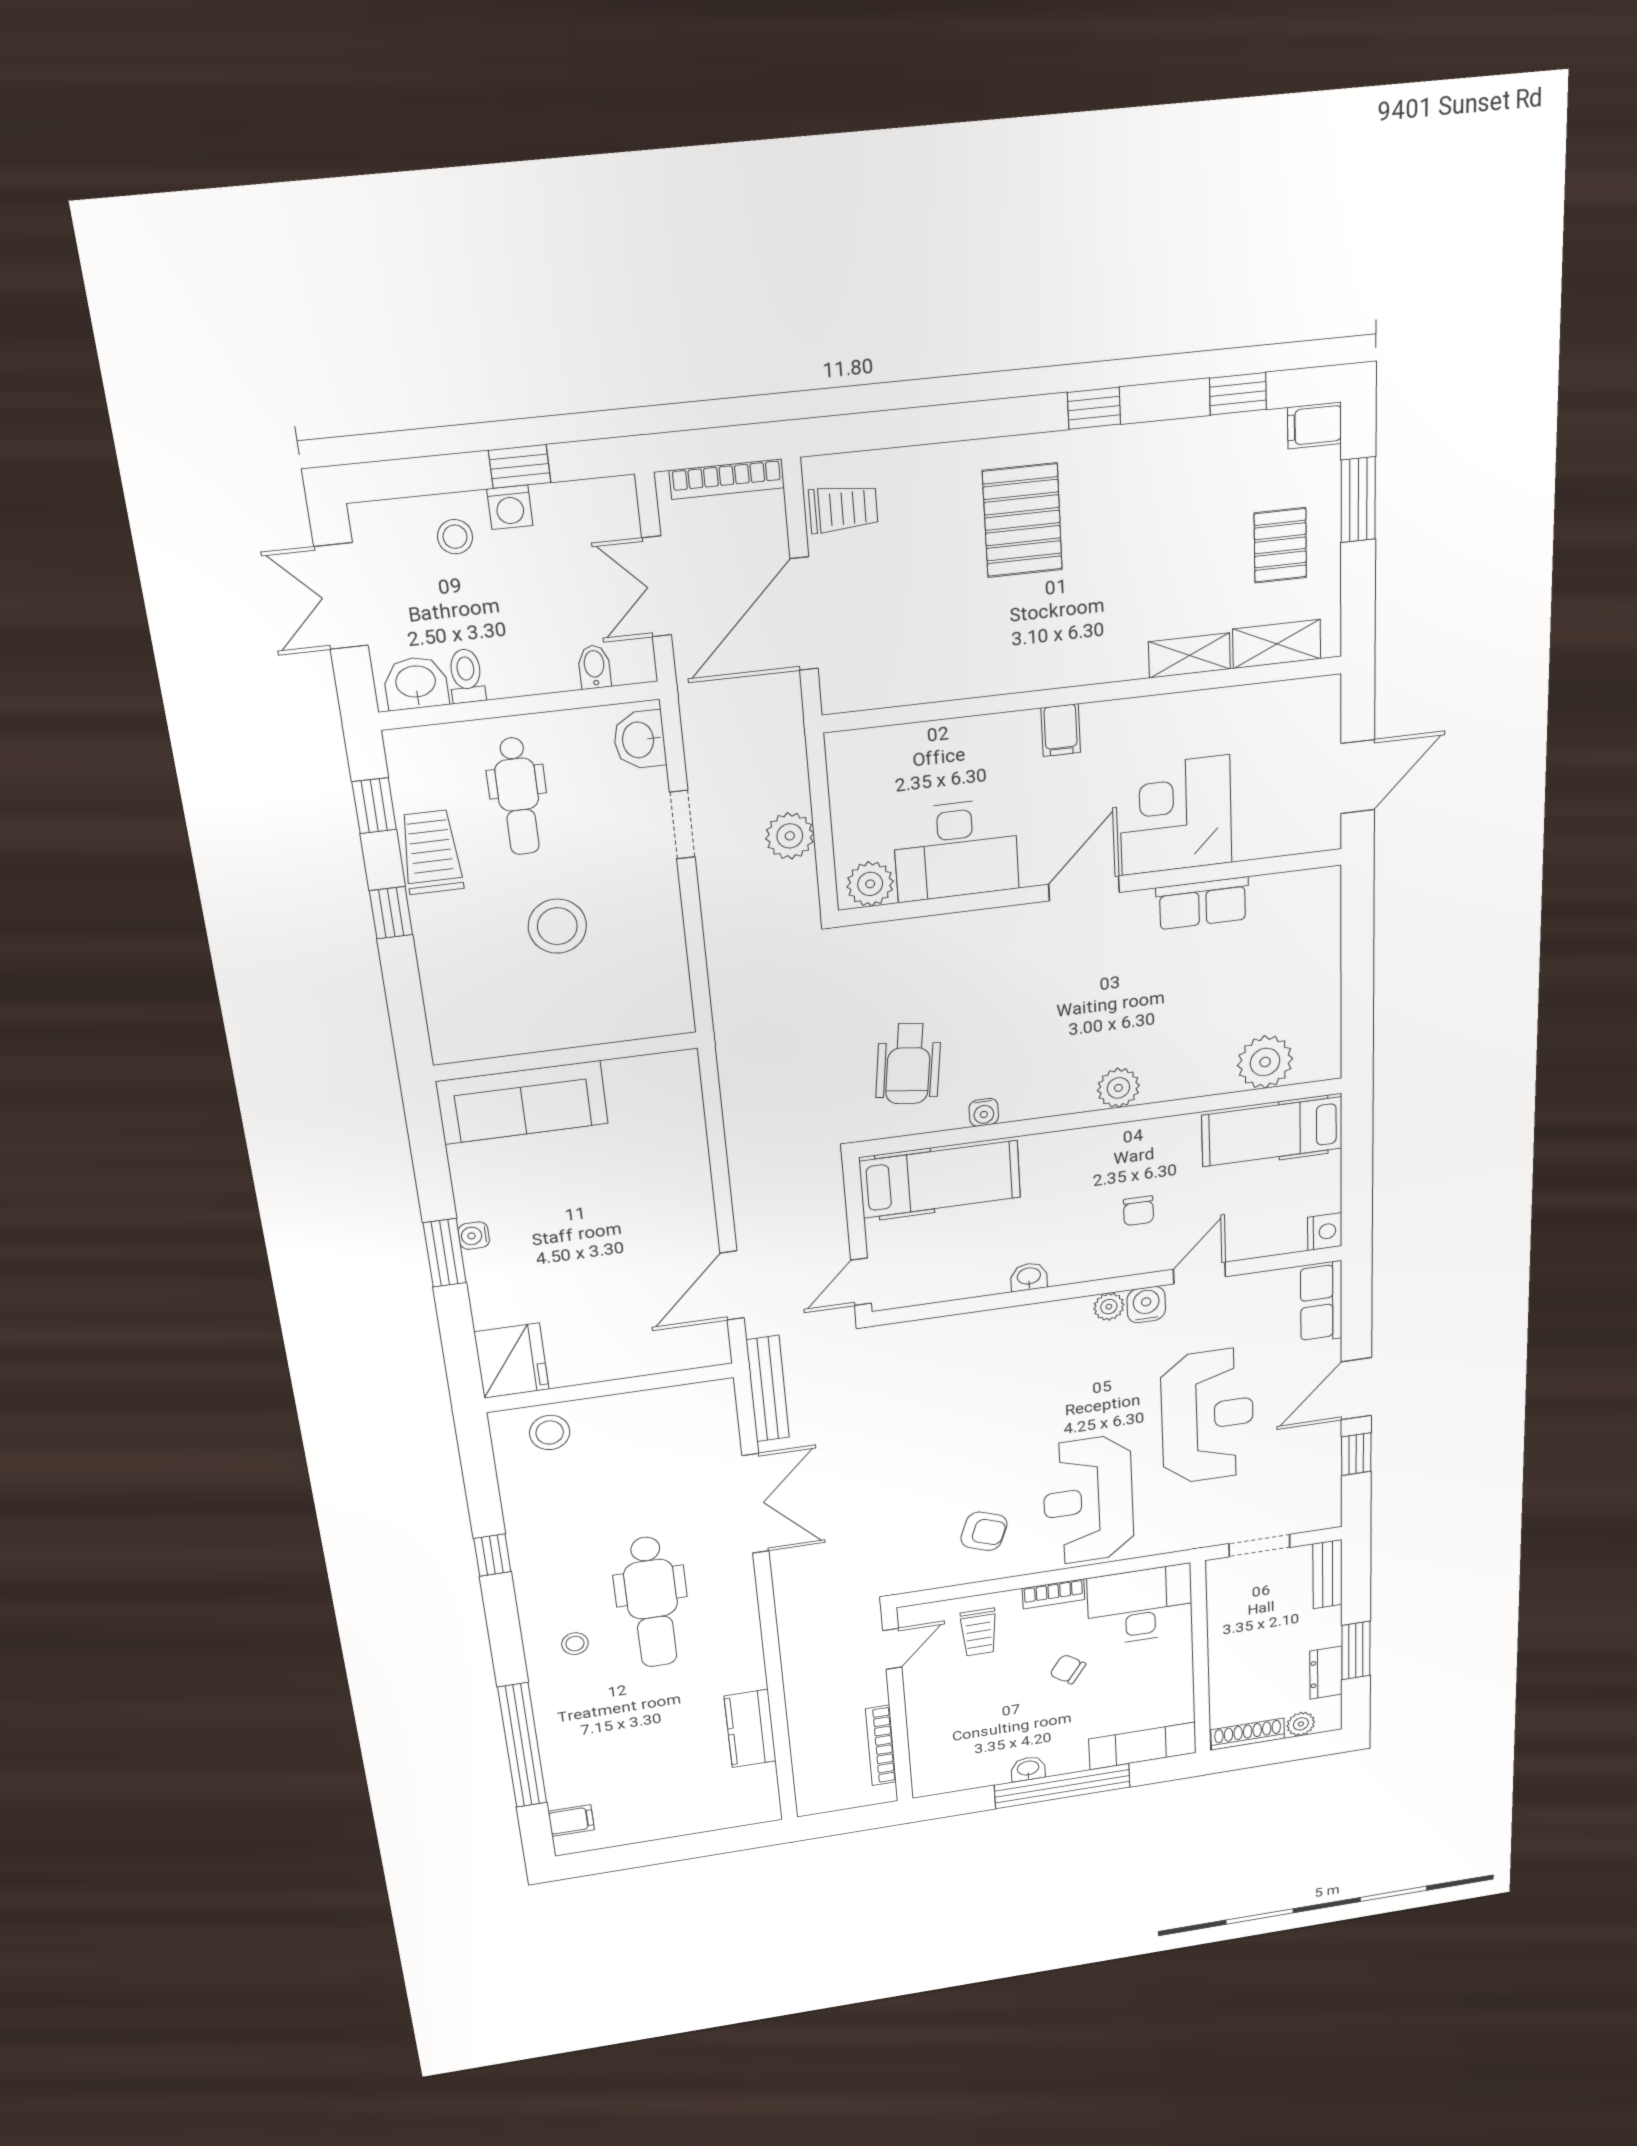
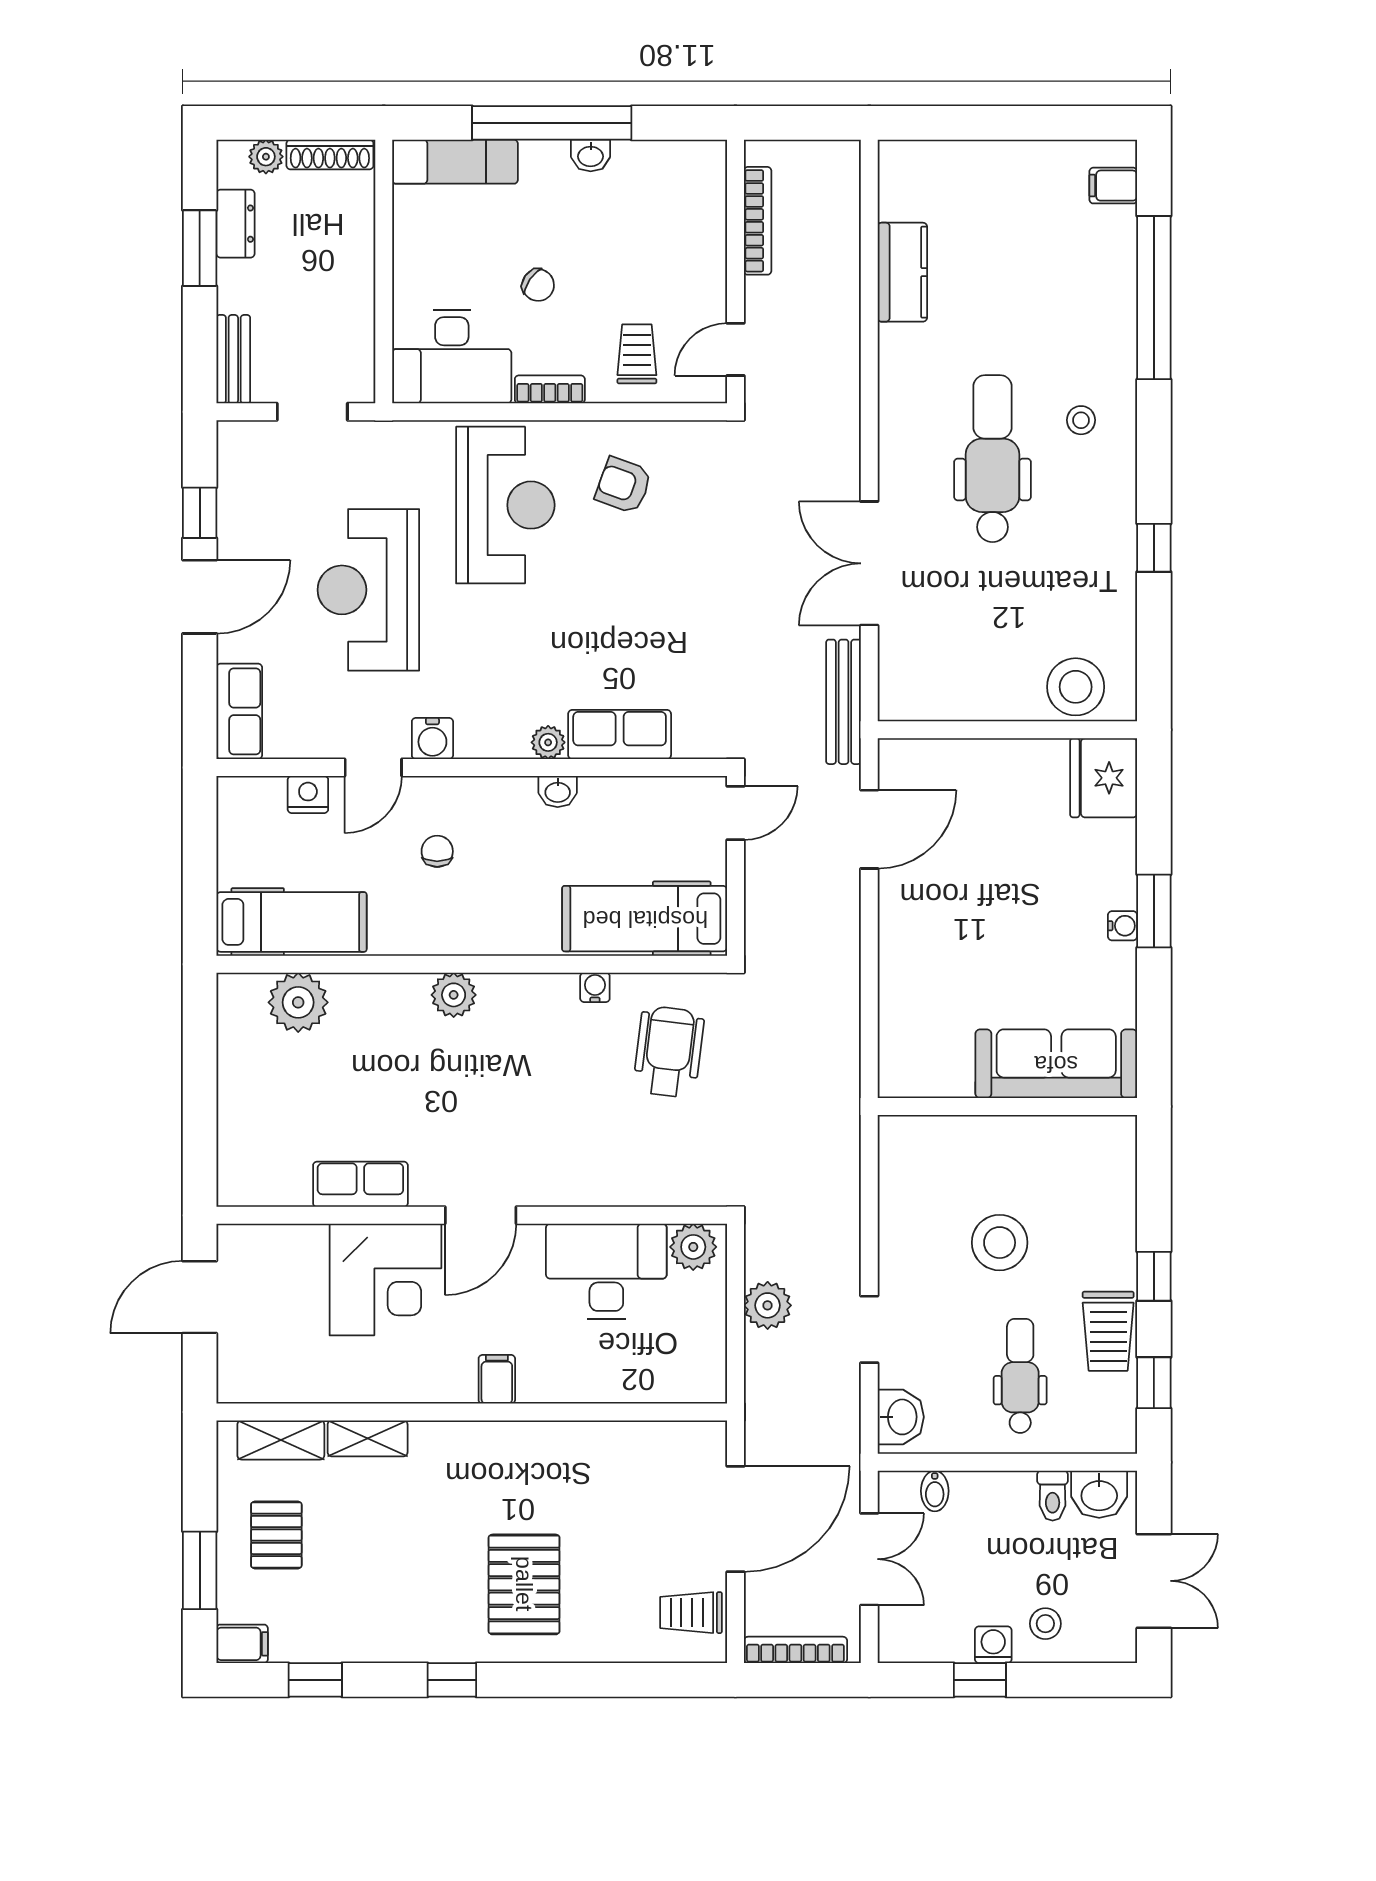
nightstand: (1325, 1232) -> (308, 795), moved, turned 90
plant: (1109, 1307) -> (548, 742), moved
row of seats: (974, 1332) -> (620, 735), added
stool: (550, 1432) -> (1076, 687), width x1.38, depth x1.38

